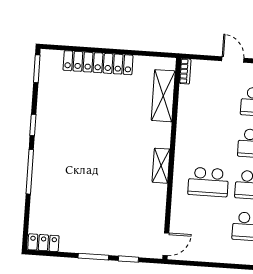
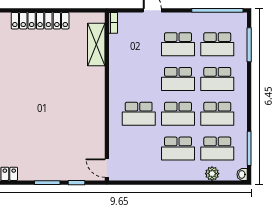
shelving: (161, 166) -> (98, 103), removed
door: (166, 244) -> (107, 168), swing flipped

